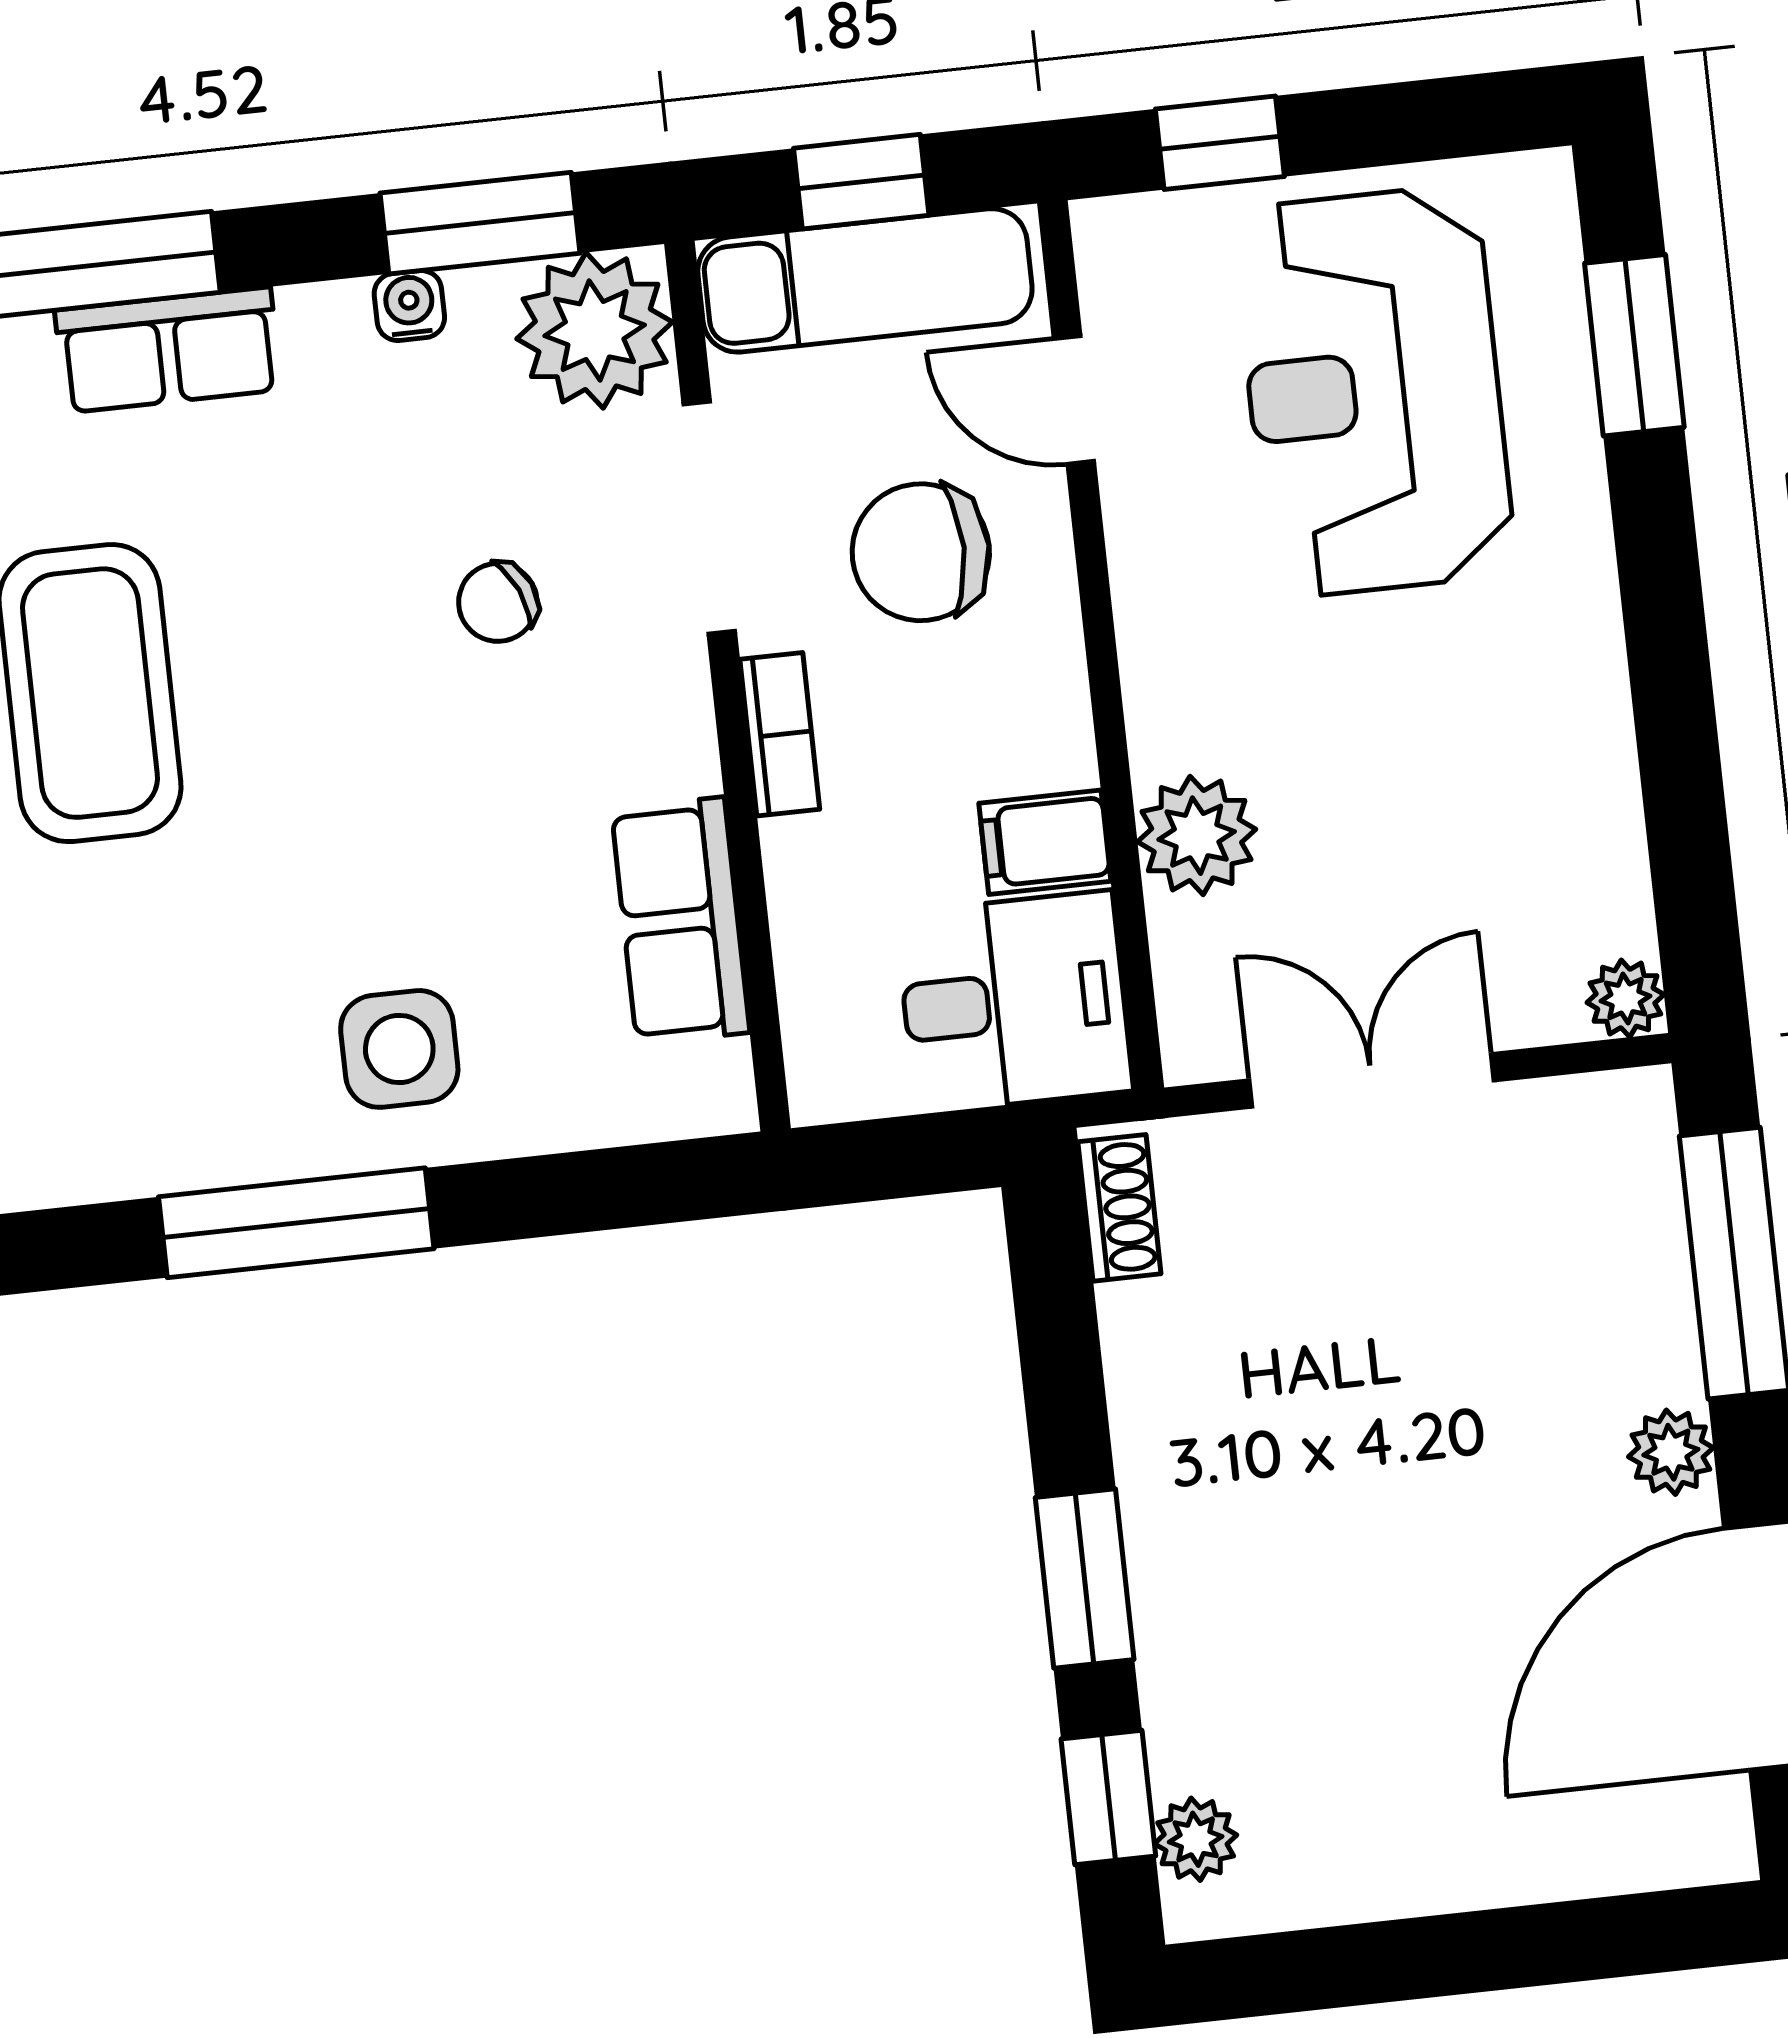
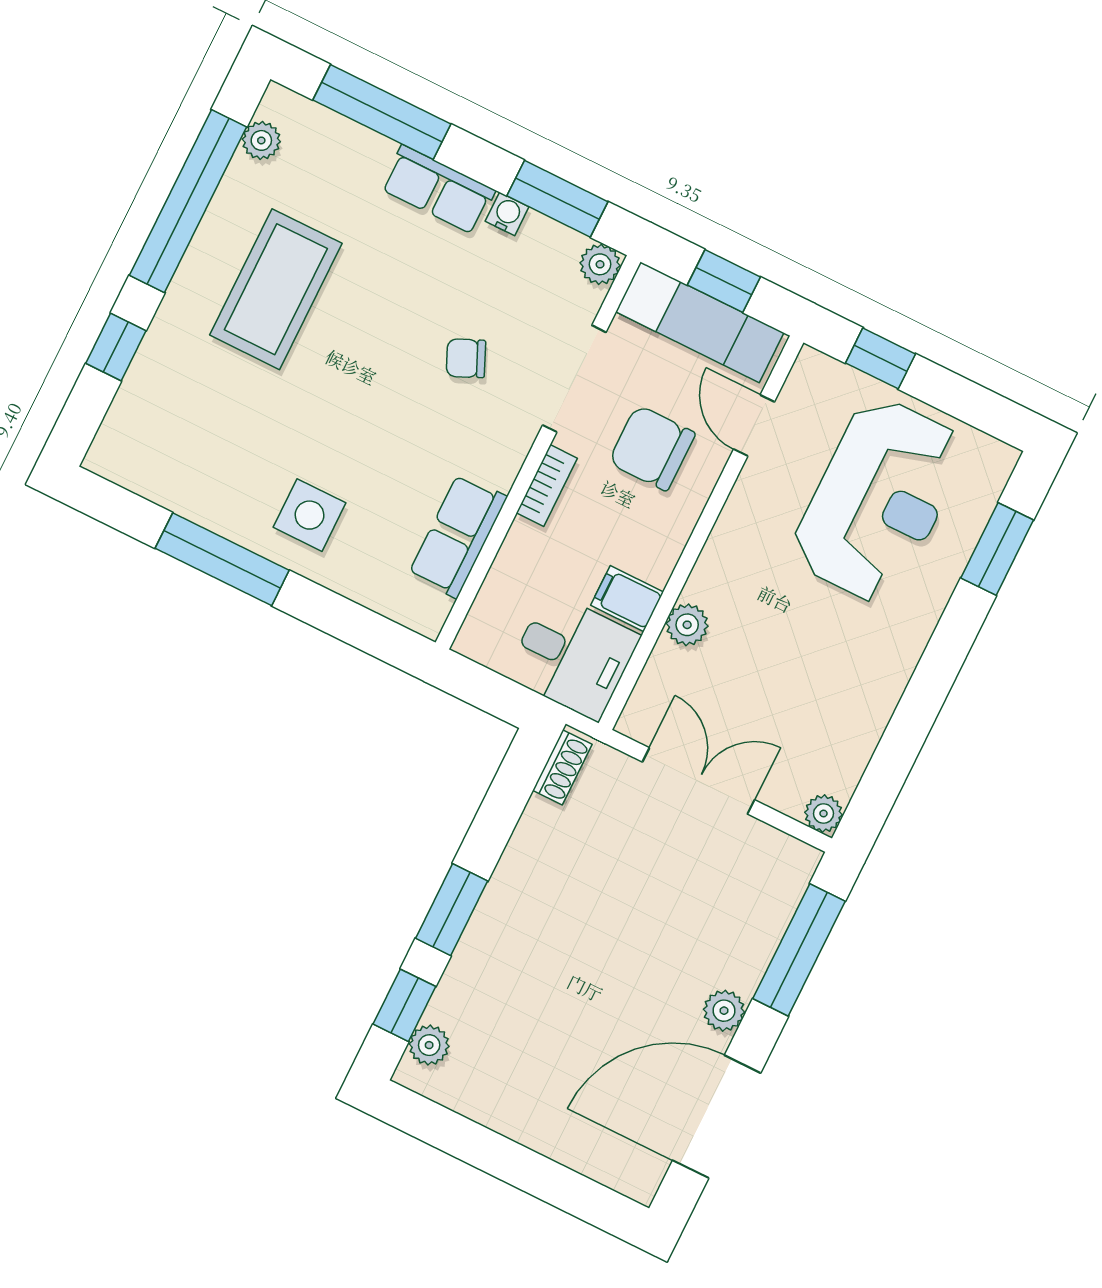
plant: (595, 330) -> (600, 264), width x0.53, depth x0.53
row of seats: (168, 350) -> (438, 190), moved
reception desk: (1374, 392) -> (879, 500), turned 180
plant: (1197, 836) -> (687, 625), width x0.73, depth x0.73

